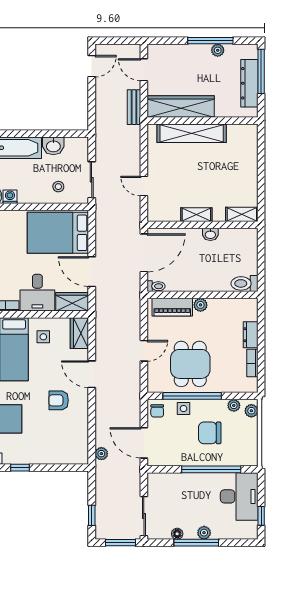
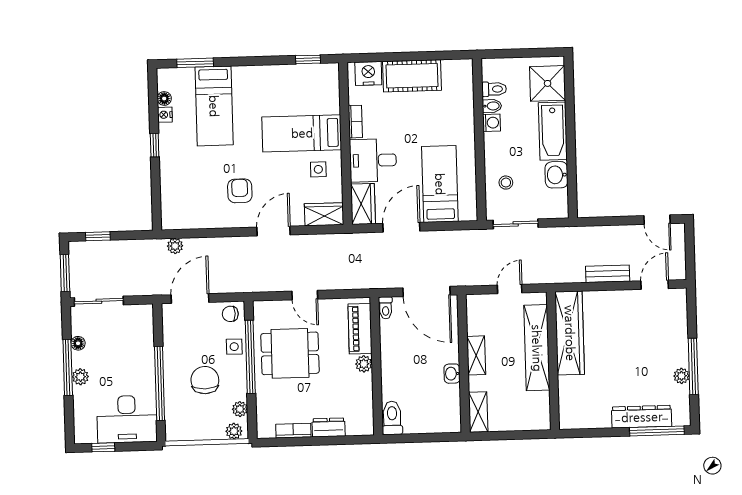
wardrobe: (181, 106) -> (570, 333), moved
wall: (203, 121) -> (553, 361), moved
shelving: (192, 133) -> (537, 348), moved
bed: (58, 233) -> (440, 184), width x0.67

